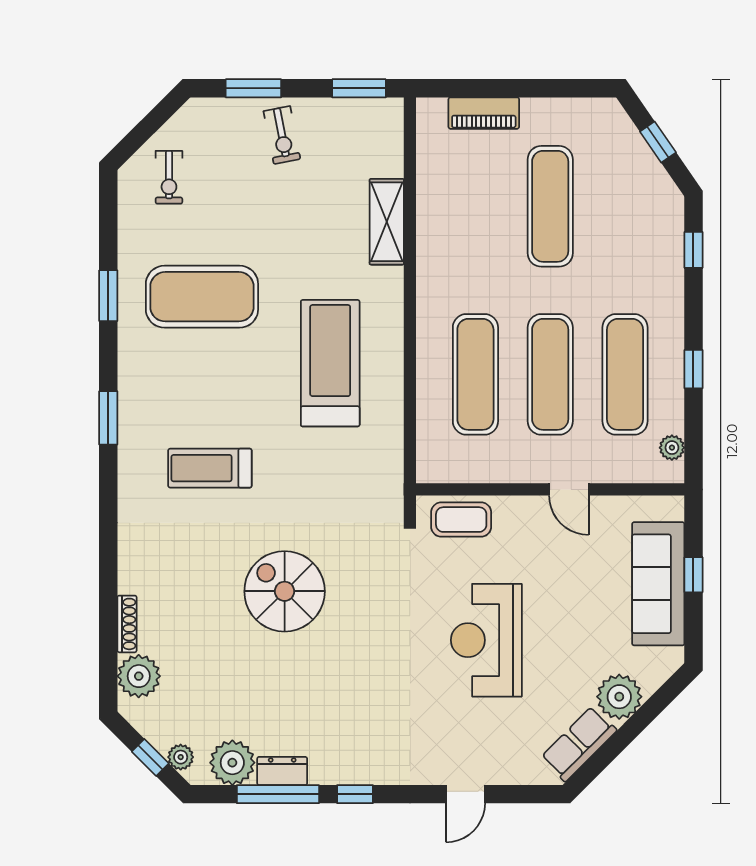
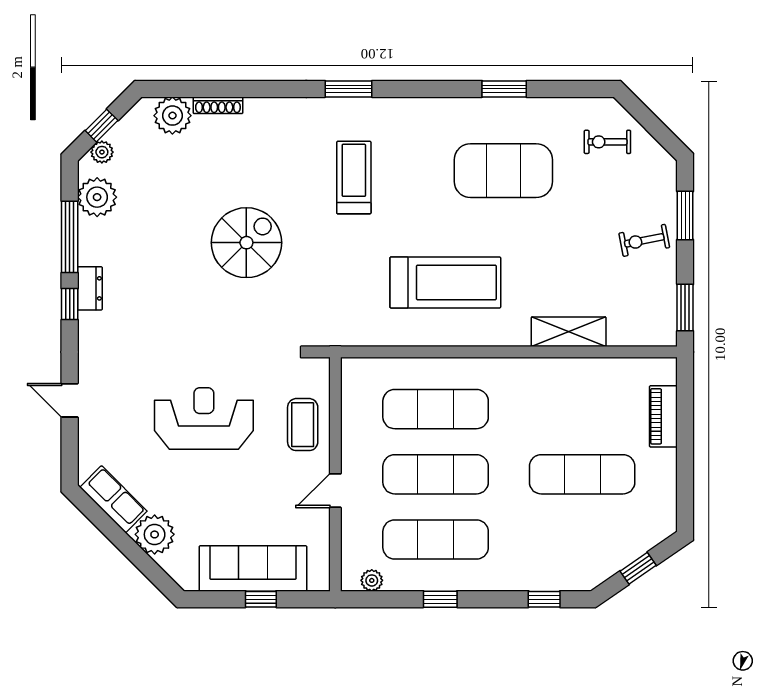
exercise mat: (202, 297) -> (503, 171), turned 90
window: (108, 418) -> (348, 89), moved
coffee table: (461, 520) -> (303, 425), moved
dresser: (282, 771) -> (90, 288), moved

